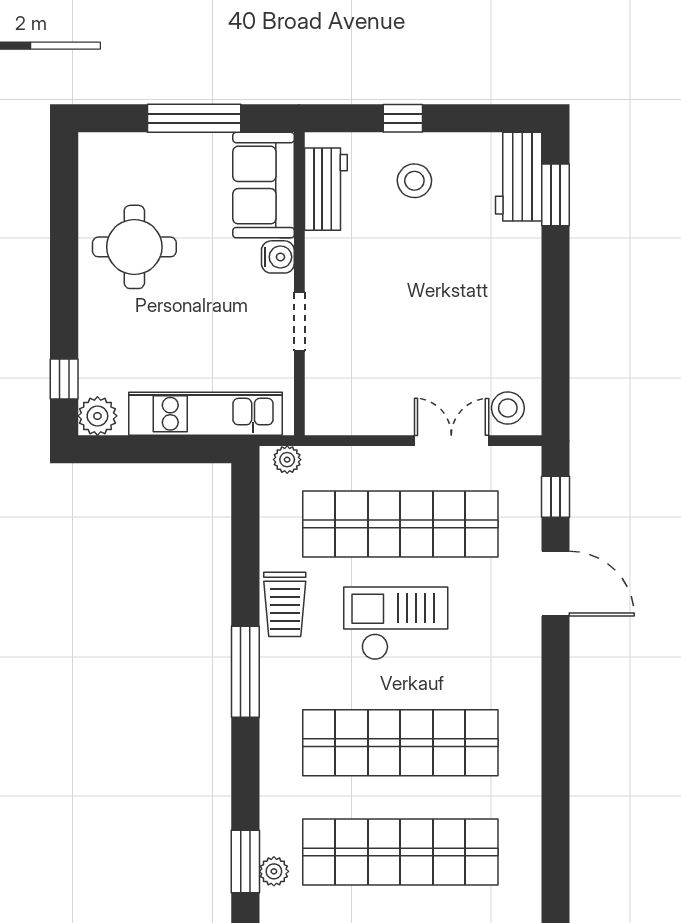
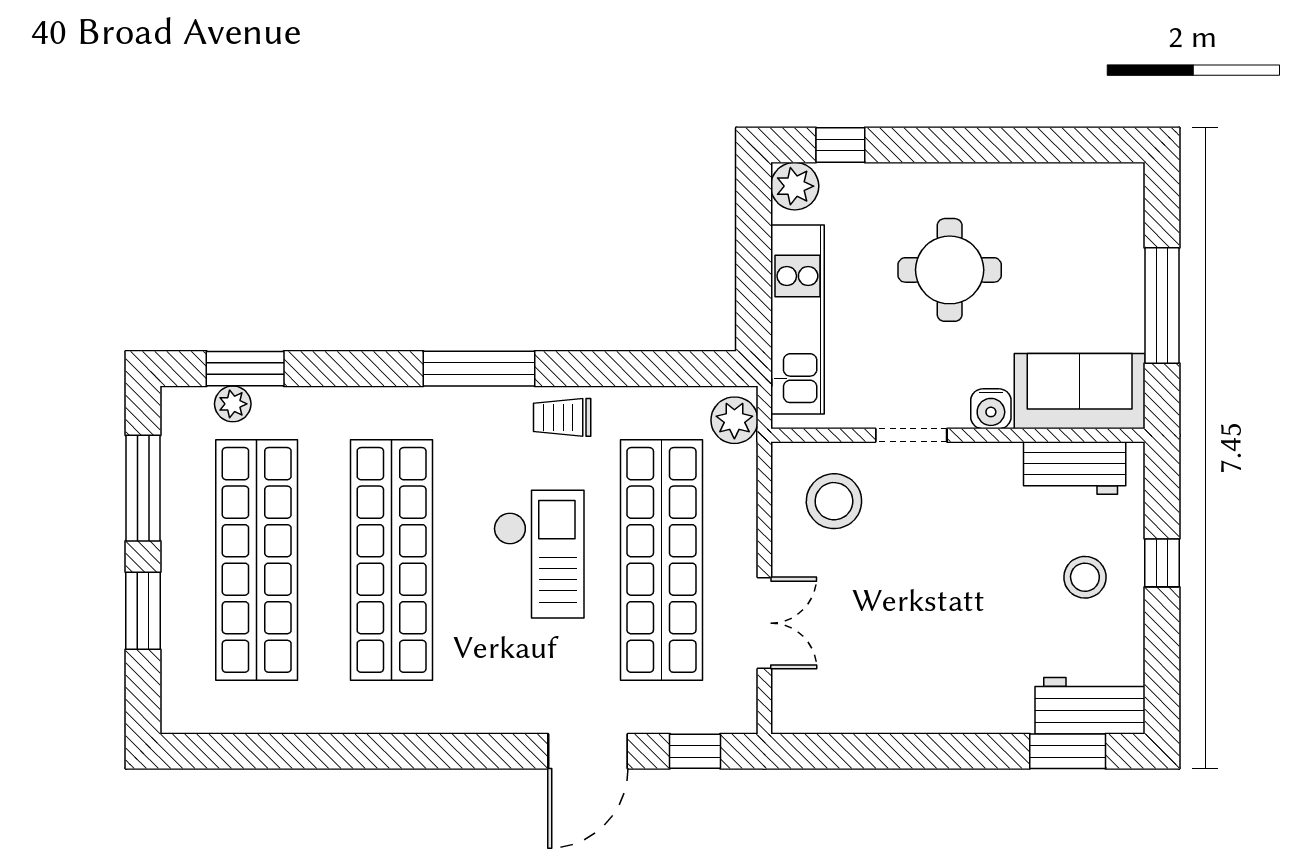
round table: (134, 247) -> (950, 270), moved
stool: (508, 408) -> (834, 501), moved, width x1.38, depth x1.38
plant: (287, 460) -> (734, 420), width x1.38, depth x1.38
trolley: (285, 604) -> (562, 417), width x0.73, depth x0.72

